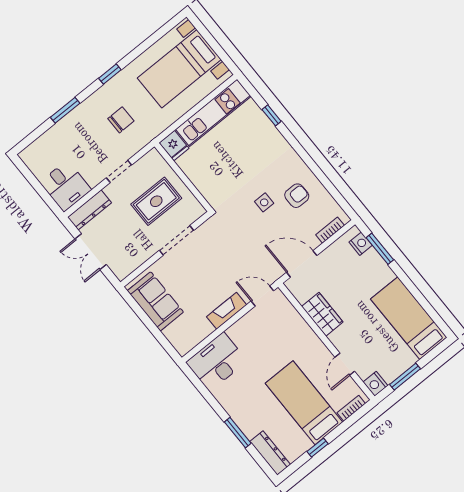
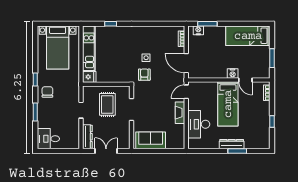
chair: (121, 120) -> (47, 92), moved
desk: (66, 186) -> (48, 139), moved, turned 180
armchair: (297, 196) -> (144, 75), moved
double door: (91, 252) -> (106, 151), swing flipped
door: (302, 264) -> (186, 63), hinge flipped
wardrobe: (322, 314) -> (216, 72), removed
desk: (217, 362) -> (199, 124), moved
nightstand: (375, 384) -> (233, 74), moved
bed: (304, 403) -> (228, 104), moved, turned -90
dresser: (270, 453) -> (232, 144), moved

